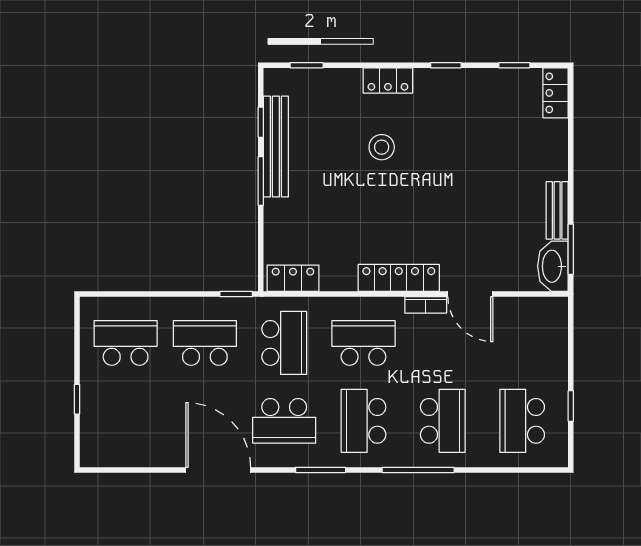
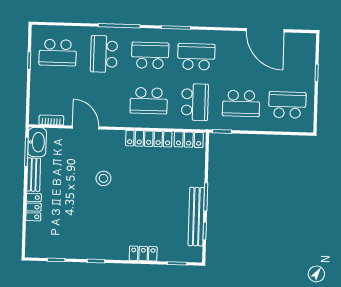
locker: (388, 81) -> (143, 254), moved
locker: (556, 93) -> (34, 207), moved
stool: (382, 147) -> (103, 178), moved
locker: (399, 278) -> (149, 139), moved
bookcase: (426, 305) -> (51, 120), moved
school desk: (126, 343) -> (287, 105), turned 180
school desk: (284, 343) -> (195, 102), turned 180
school desk: (363, 421) -> (150, 55), turned -90
school desk: (522, 421) -> (58, 53), turned 90
door: (218, 470) -> (265, 30), moved

